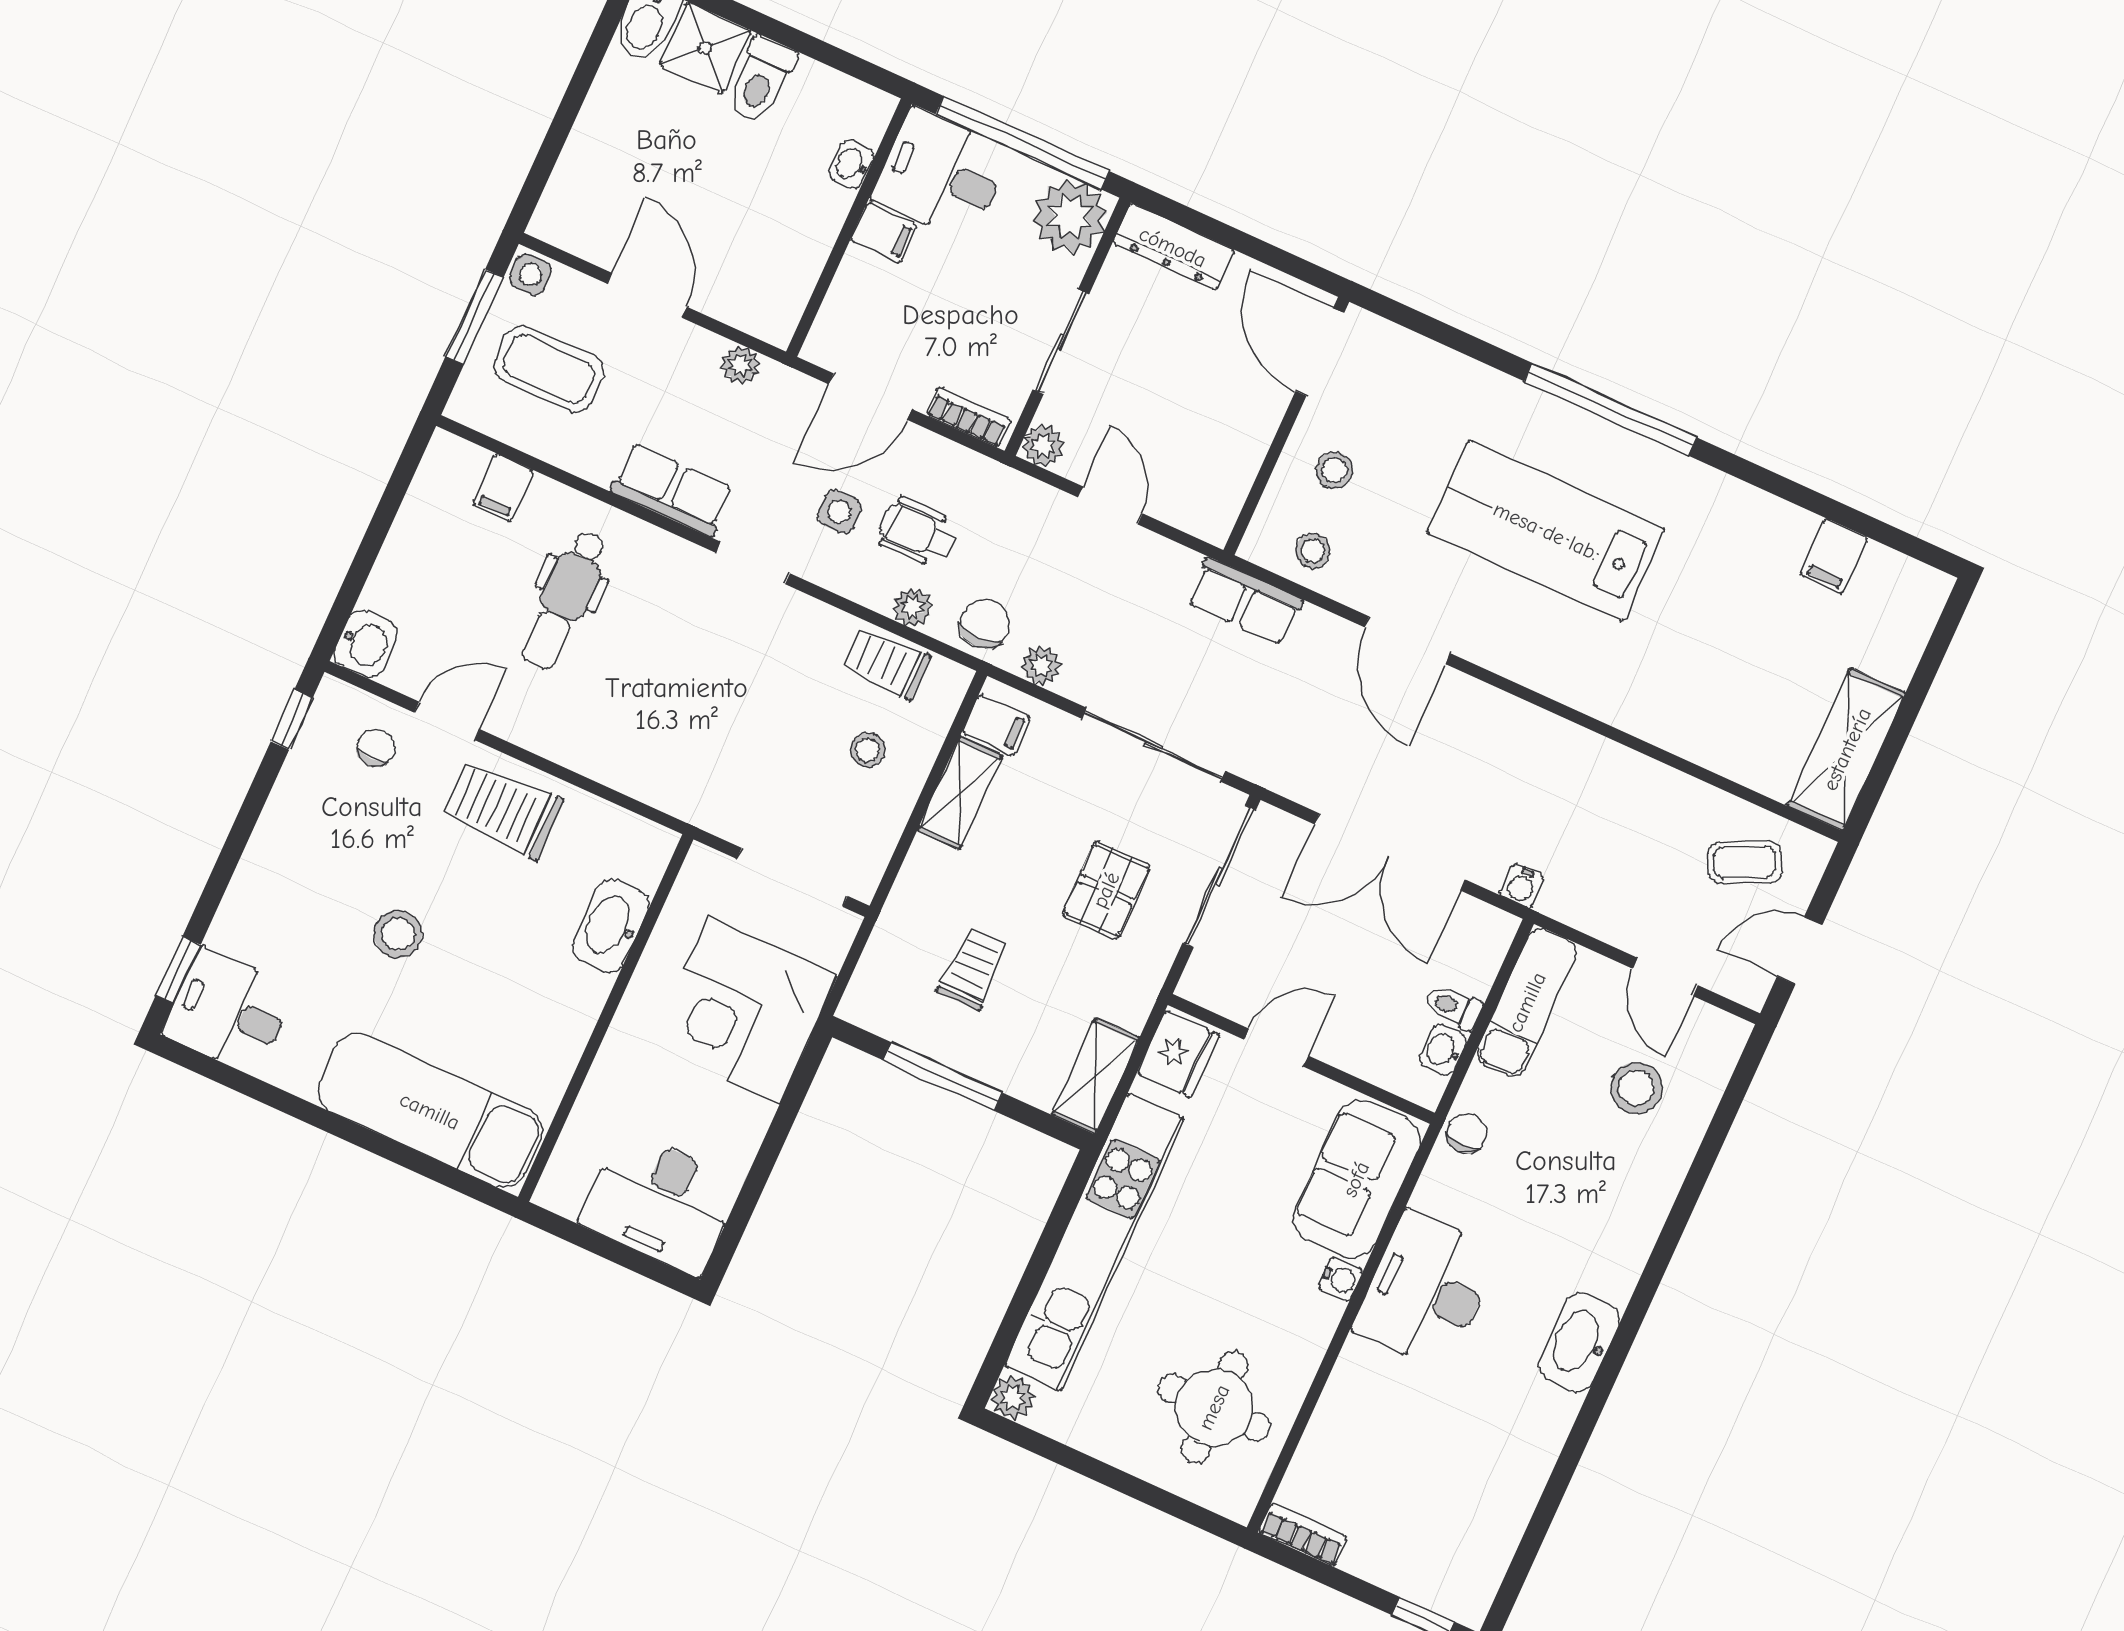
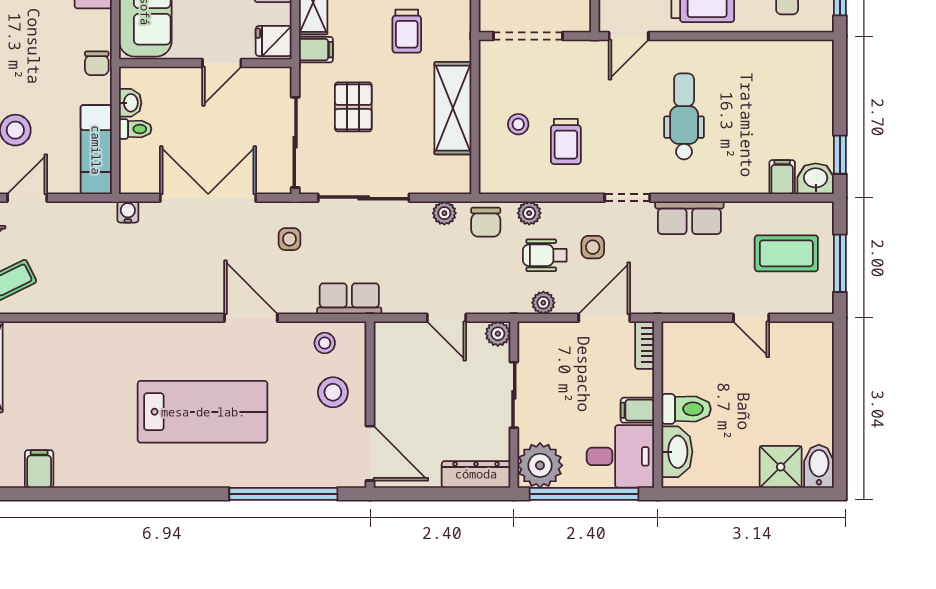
toilet: (761, 80) -> (686, 409), moved, turned 90
washbasin: (851, 164) -> (677, 452), width x1.91, depth x1.45
side table: (531, 274) -> (289, 239), moved
door: (647, 295) -> (751, 318), width x0.73
plant: (740, 365) -> (543, 303), moved
window: (1610, 409) -> (283, 494), moved
bookcase: (968, 417) -> (645, 345), moved, turned 90
stool: (1334, 470) -> (333, 392), width x1.37, depth x1.37
window: (400, 482) -> (840, 155), added
wheelchair: (918, 533) -> (545, 255), turned 180
dental chair: (565, 600) -> (684, 116), moved
washbasin: (366, 644) -> (816, 179), moved, turned 90
trolley: (886, 663) -> (566, 141), moved, turned 90
door: (447, 721) -> (629, 36), moved
filing cabinet: (996, 725) -> (316, 50), moved, turned 180
shelving: (960, 793) -> (453, 108), width x1.50, depth x1.33
door: (1665, 977) -> (27, 198), hinge flipped
fridge: (1178, 1054) -> (274, 41), width x0.72

